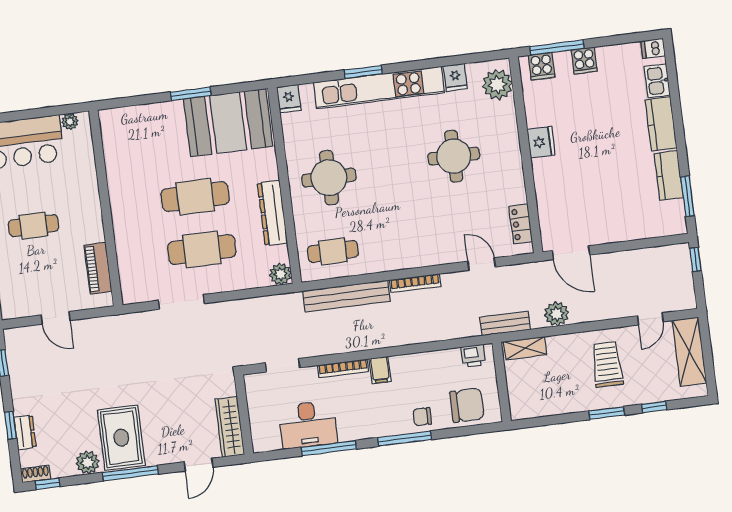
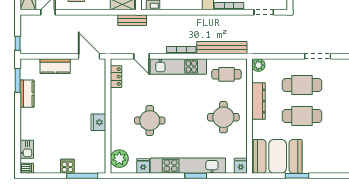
cooker: (542, 66) -> (92, 166), removed
kitchen counter: (661, 124) -> (55, 66), moved, turned 90
kitchen unit: (417, 254) -> (178, 67), added
plant: (557, 314) -> (102, 22), removed

